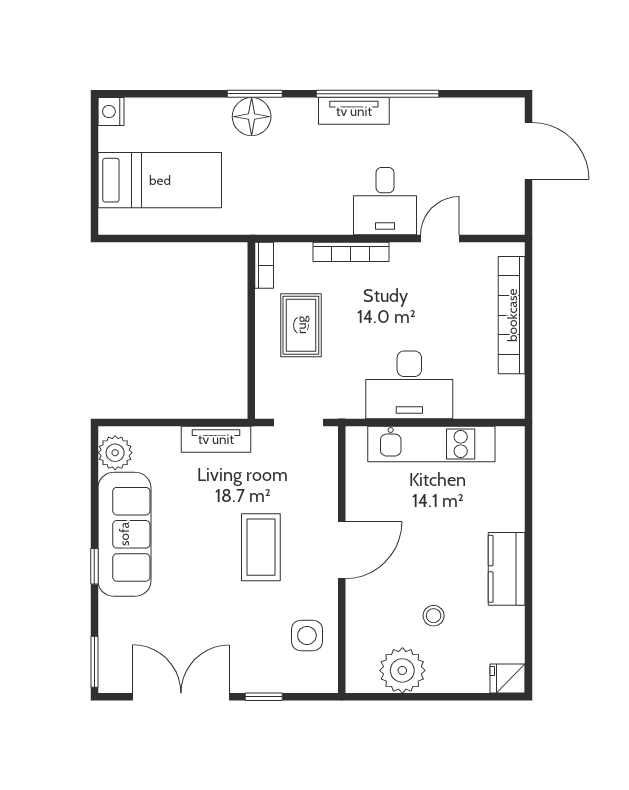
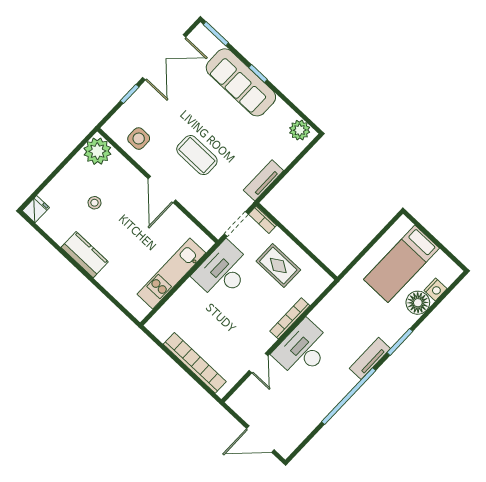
nightstand: (111, 111) -> (436, 290), moved, turned 90
tv unit: (354, 111) -> (370, 358), moved
floor lamp: (252, 117) -> (418, 303), moved
desk: (385, 201) -> (303, 349), width x1.37
bookcase: (264, 265) -> (263, 220), moved
desk: (409, 385) -> (223, 271), moved
sofa: (124, 534) -> (241, 82), moved
plant: (402, 670) -> (97, 151), moved

